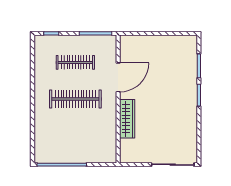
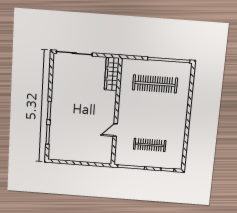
door: (118, 77) -> (115, 130), width x0.53
clothes rail: (75, 99) -> (155, 84), moved
wardrobe: (127, 119) -> (112, 74), moved

